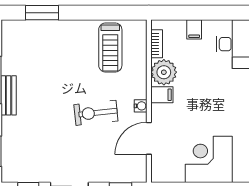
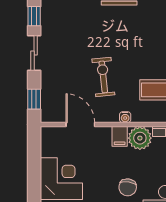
chair: (219, 86) -> (128, 187), added
water cooler: (141, 106) -> (125, 117), moved

